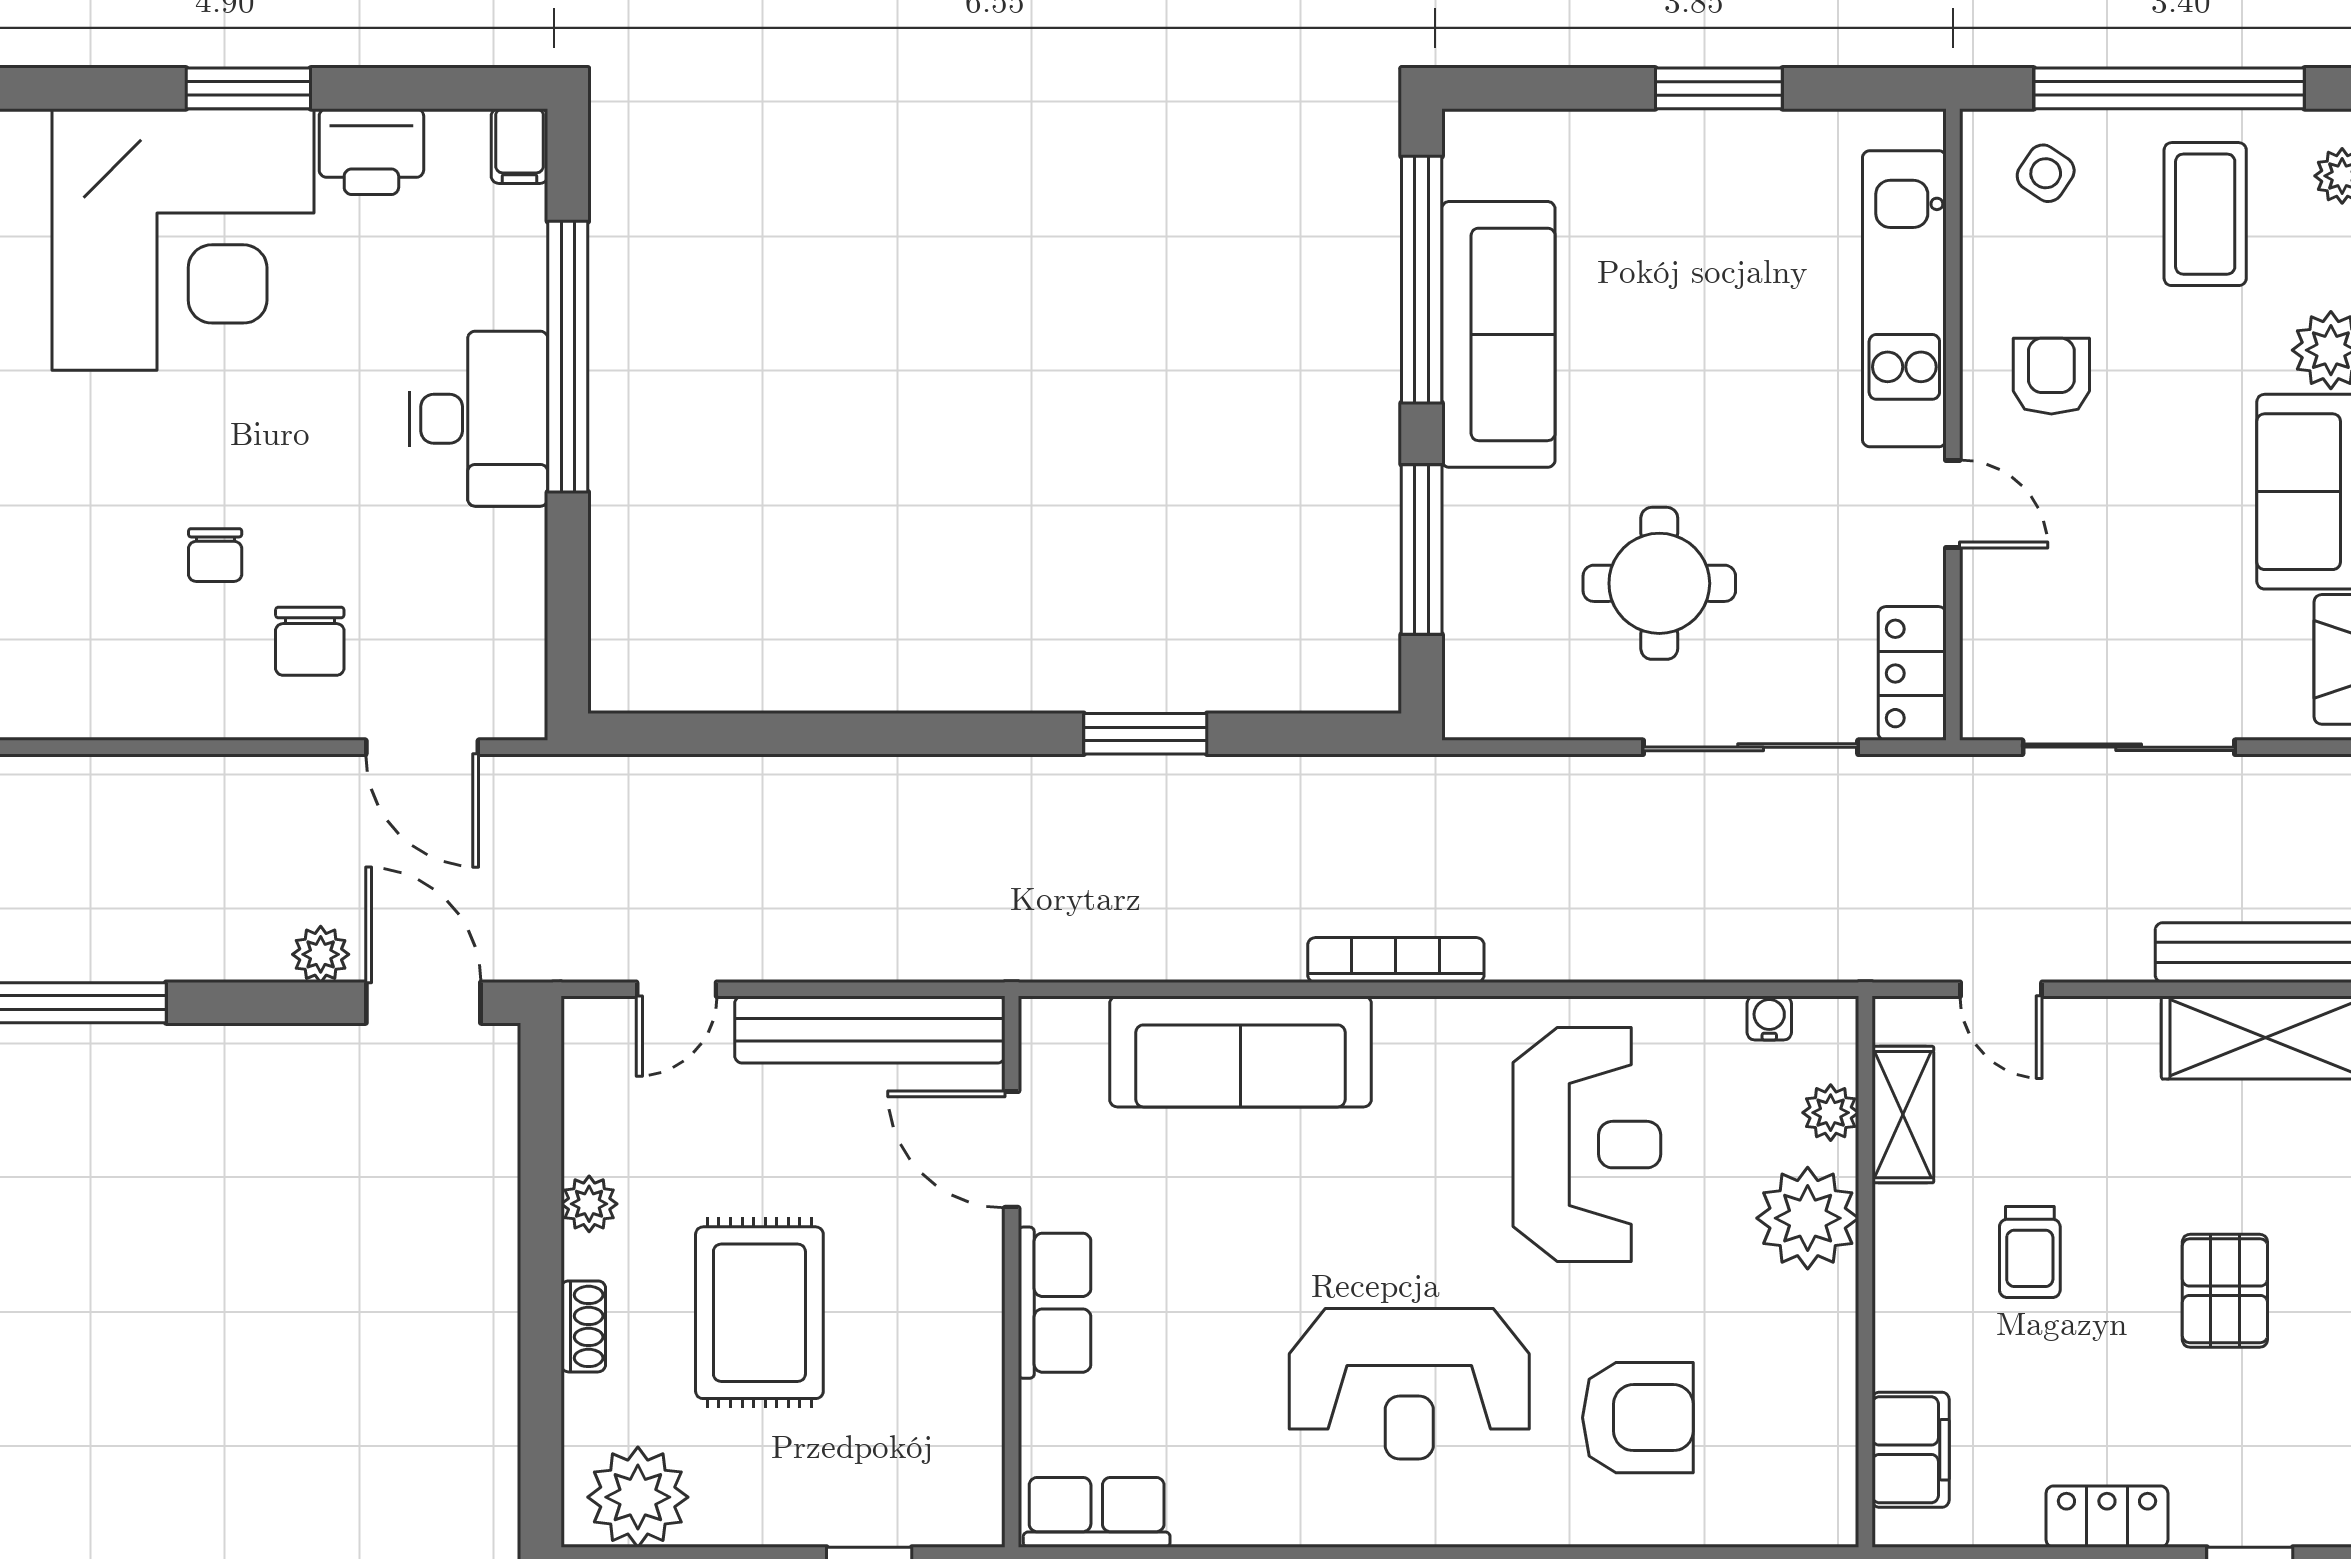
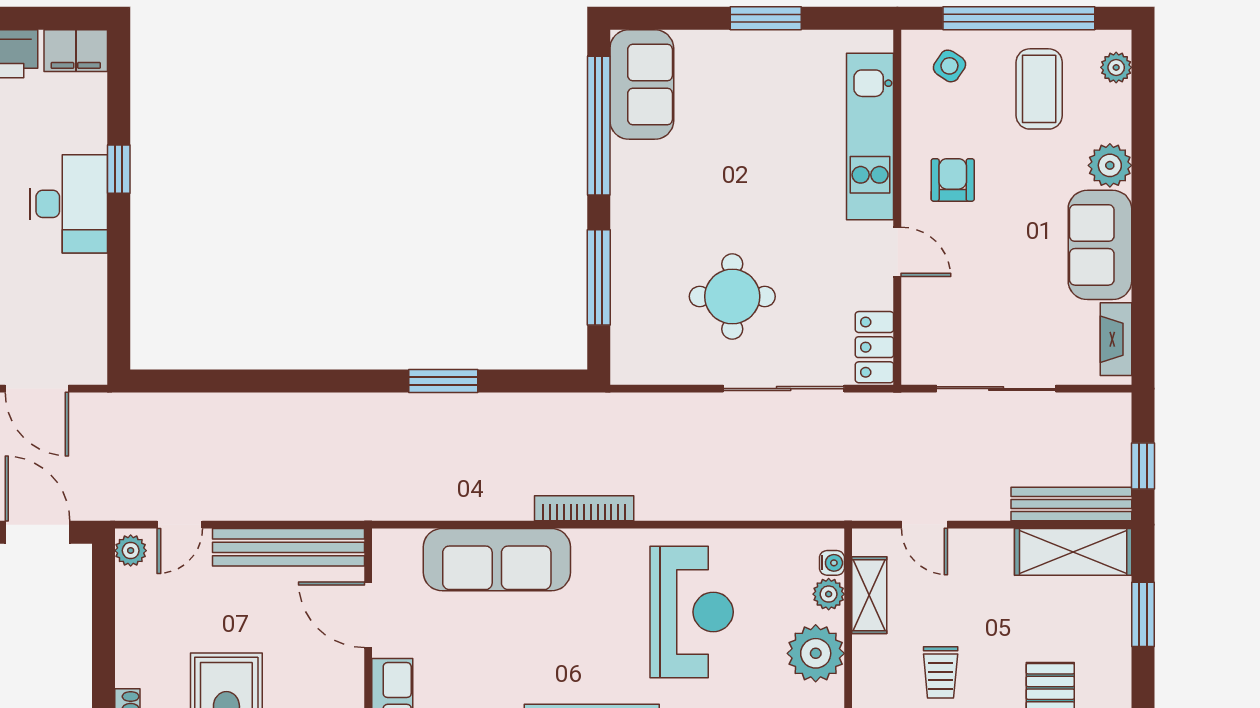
filing cabinet: (519, 146) -> (76, 51), width x2.00
sofa: (1498, 334) -> (642, 85), moved, width x0.73
window: (568, 357) -> (119, 169), width x0.32
water cooler: (1769, 1018) -> (832, 563), moved, turned 90
plant: (589, 1204) -> (131, 551), moved

